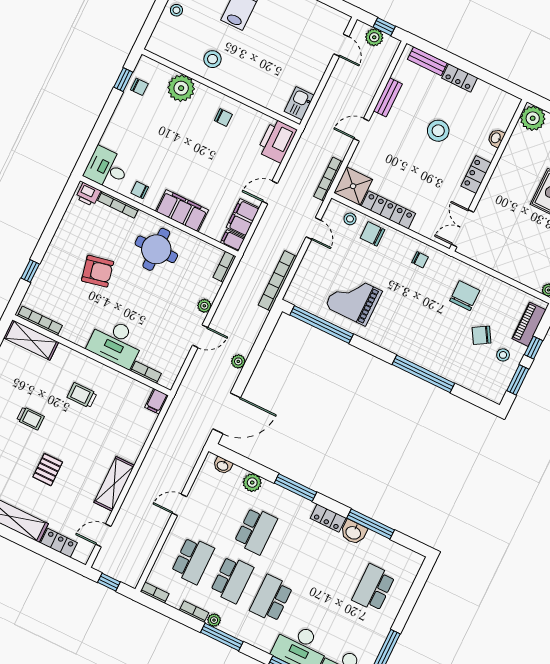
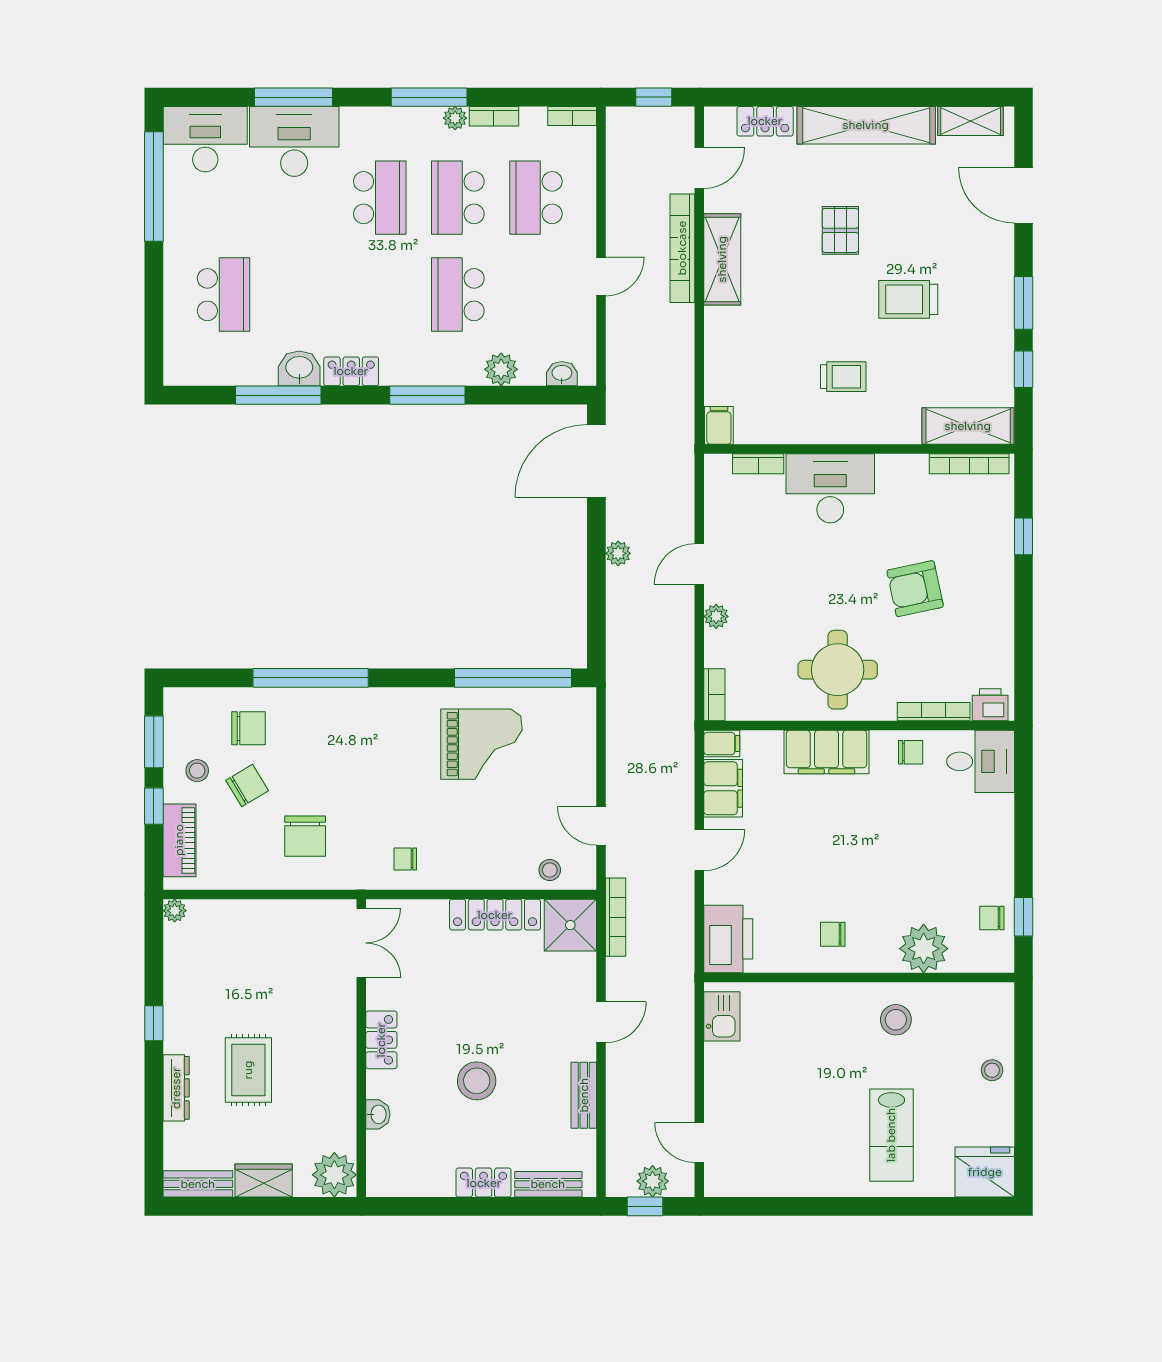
chair: (373, 234) -> (248, 728), moved
bookcase: (278, 281) -> (682, 248), moved, turned 180
trolley: (30, 418) -> (908, 299), width x1.36, depth x1.39

